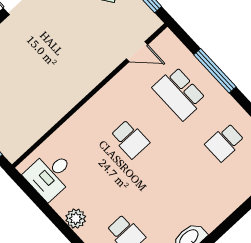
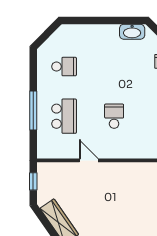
door: (137, 52) -> (89, 160), moved

